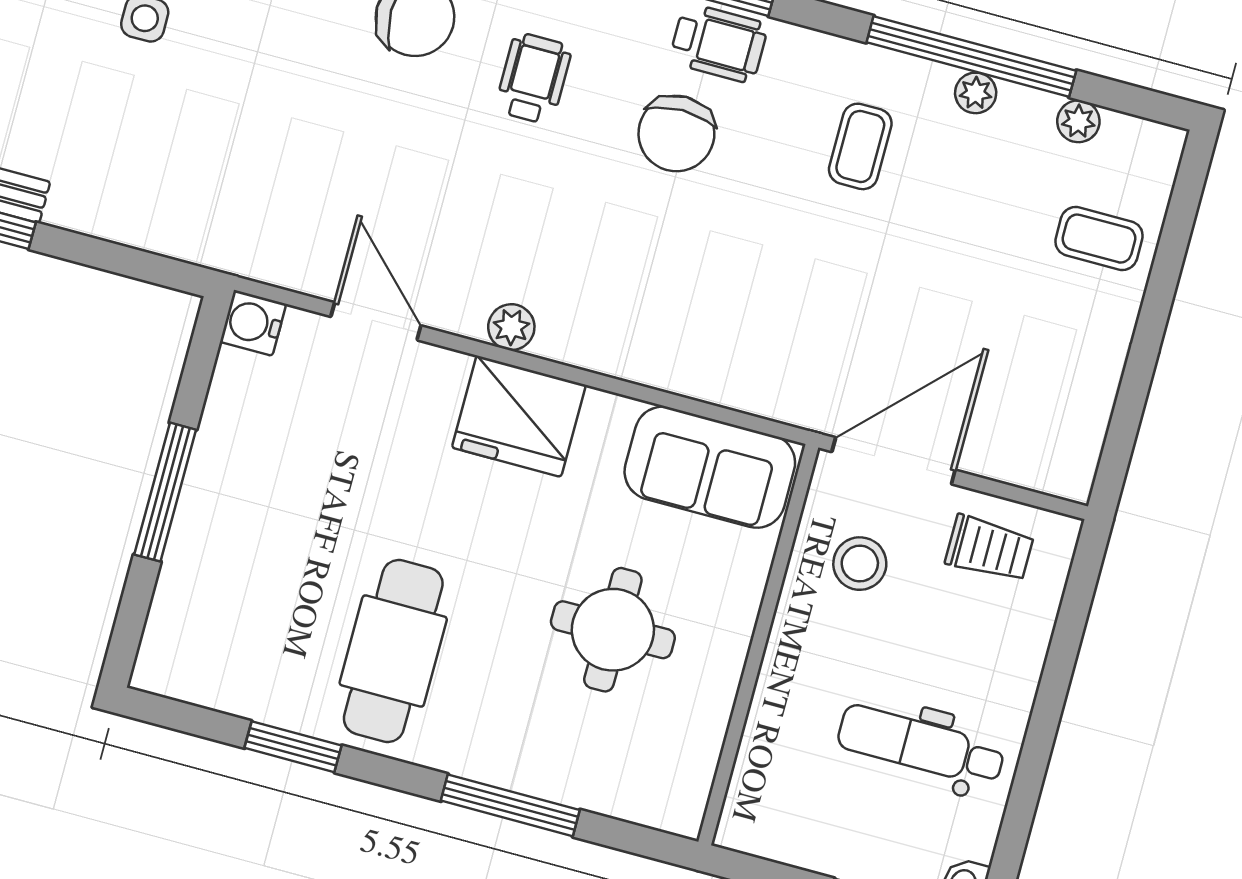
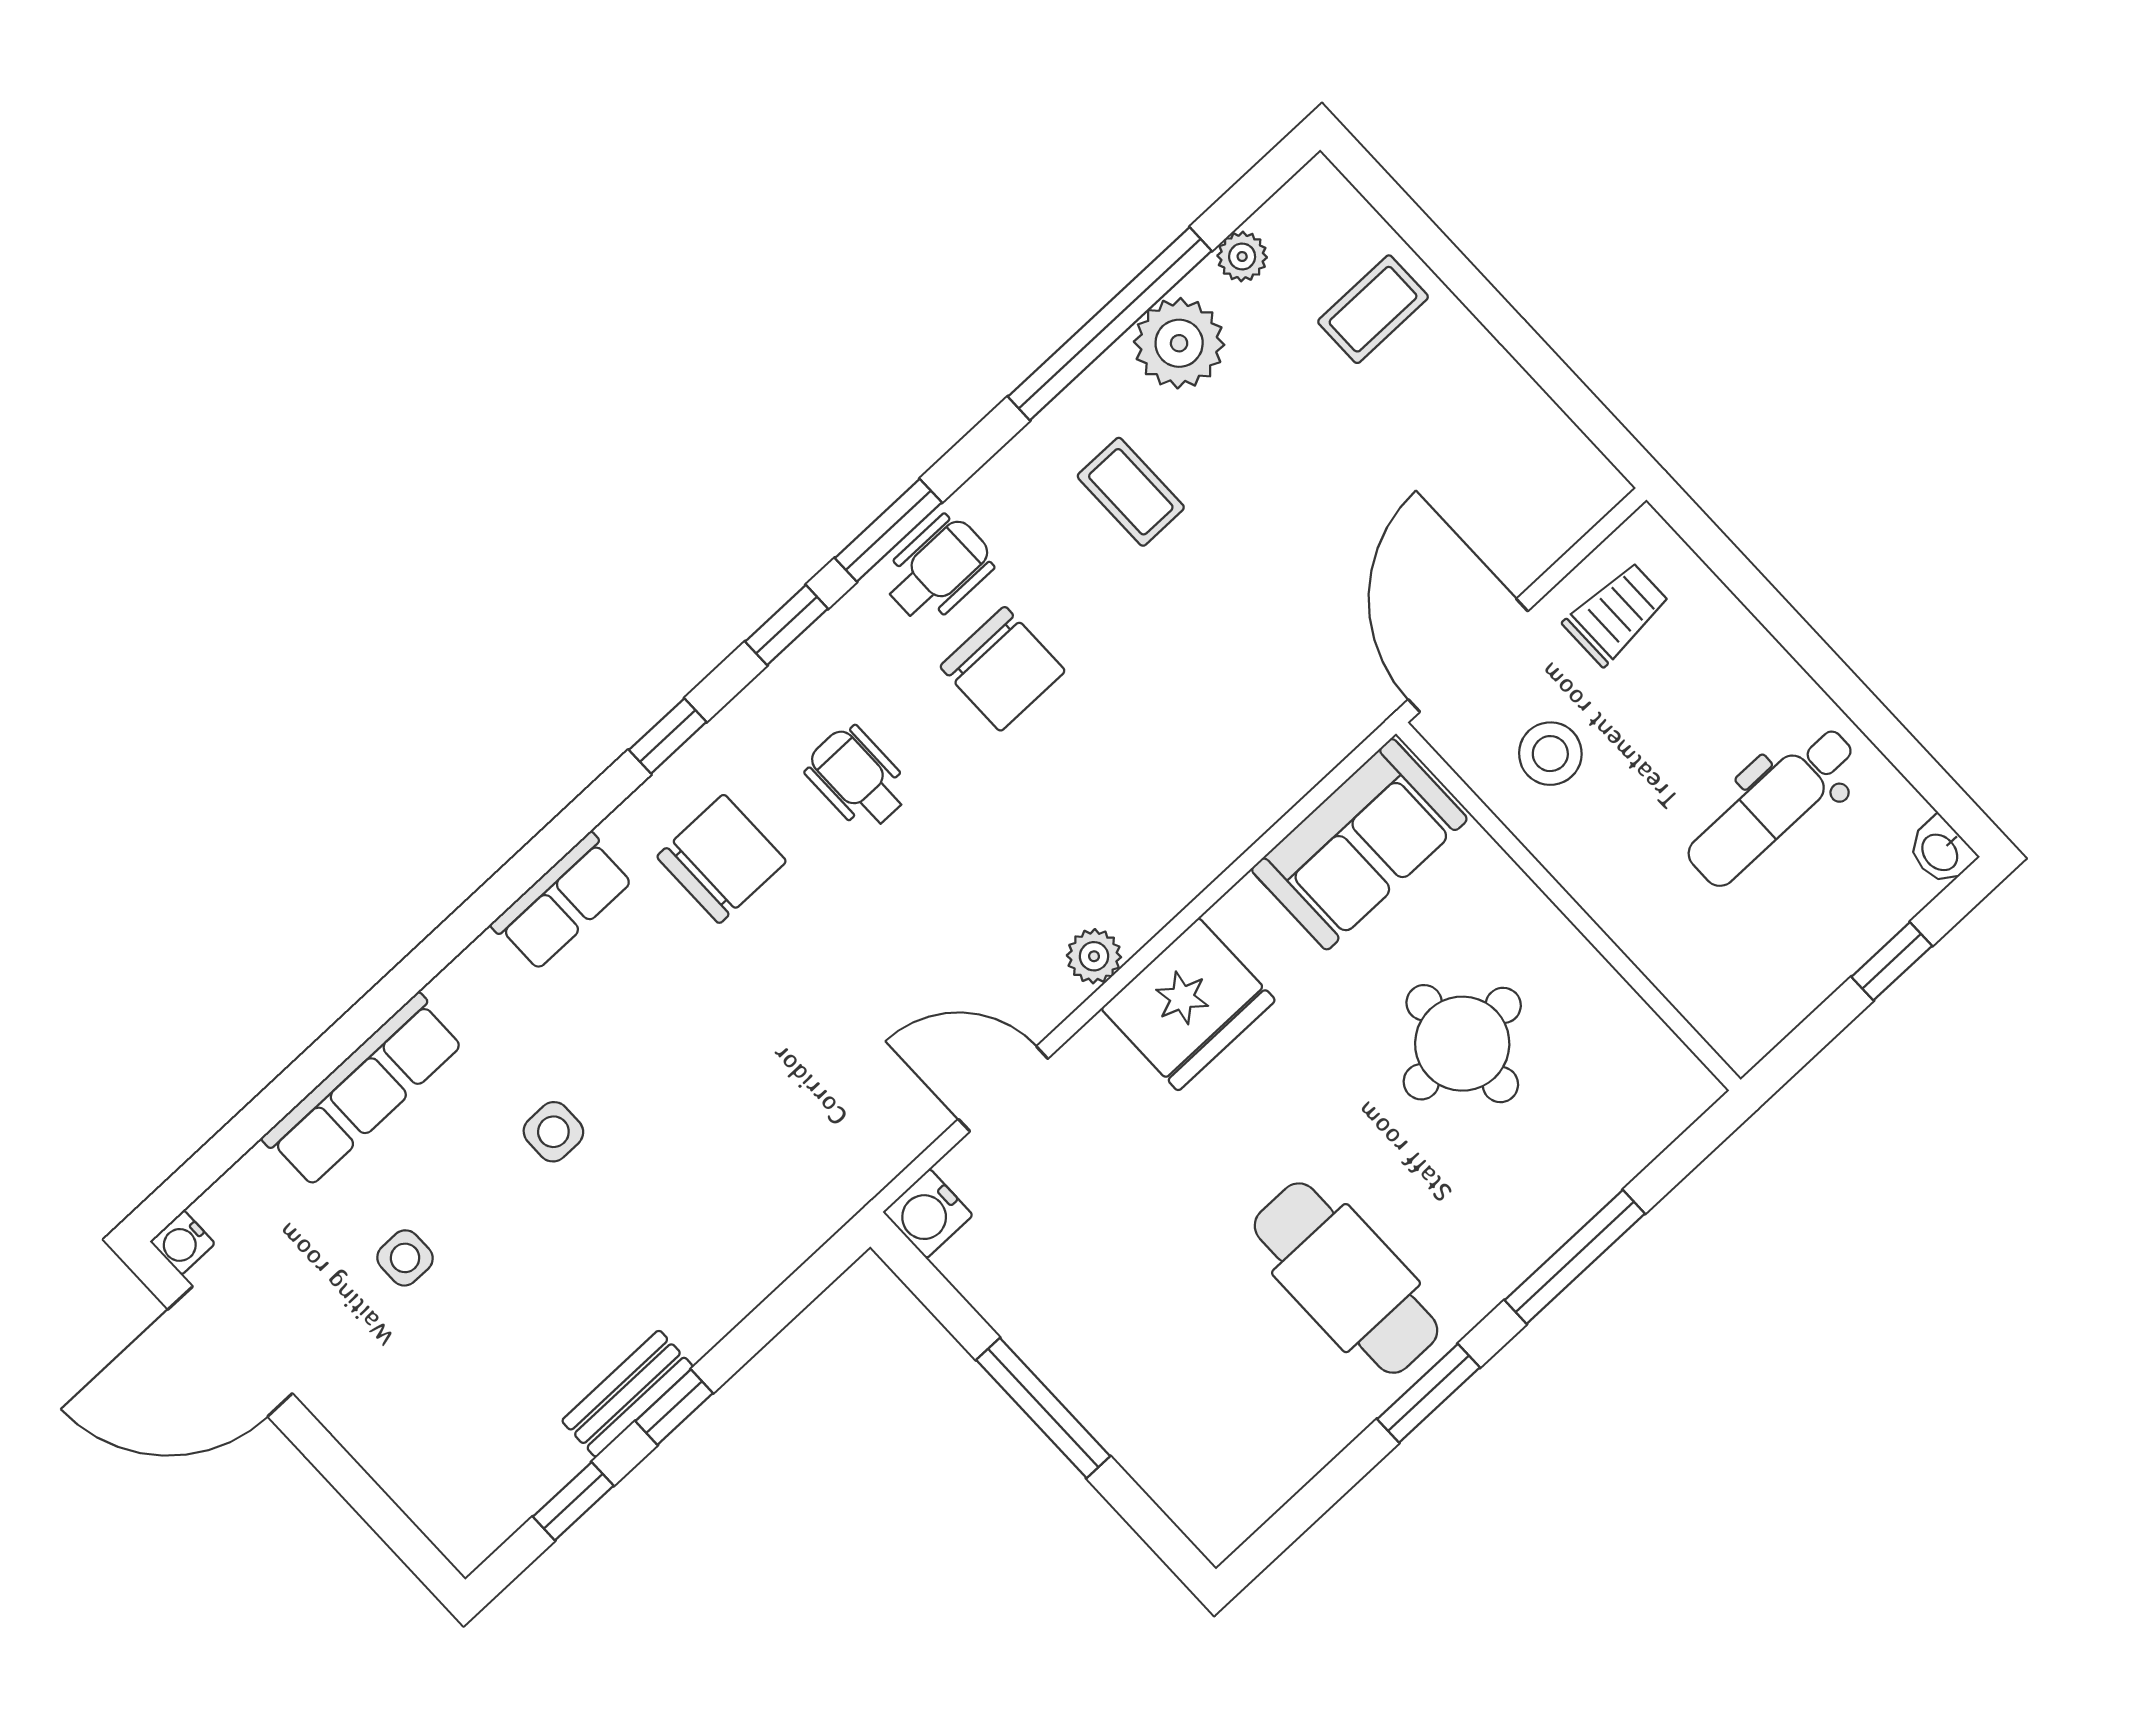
plant: (976, 93) -> (1179, 343), width x1.87, depth x1.87
window: (293, 747) -> (1428, 1393), moved

